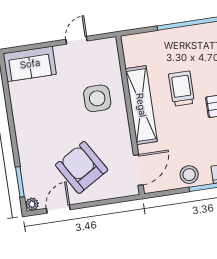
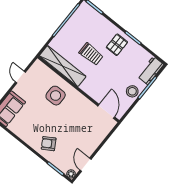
trolley: (182, 89) -> (91, 54), turned 180
shelving: (141, 105) -> (63, 66), moved
armchair: (82, 167) -> (49, 144), moved, width x0.53, depth x0.53

